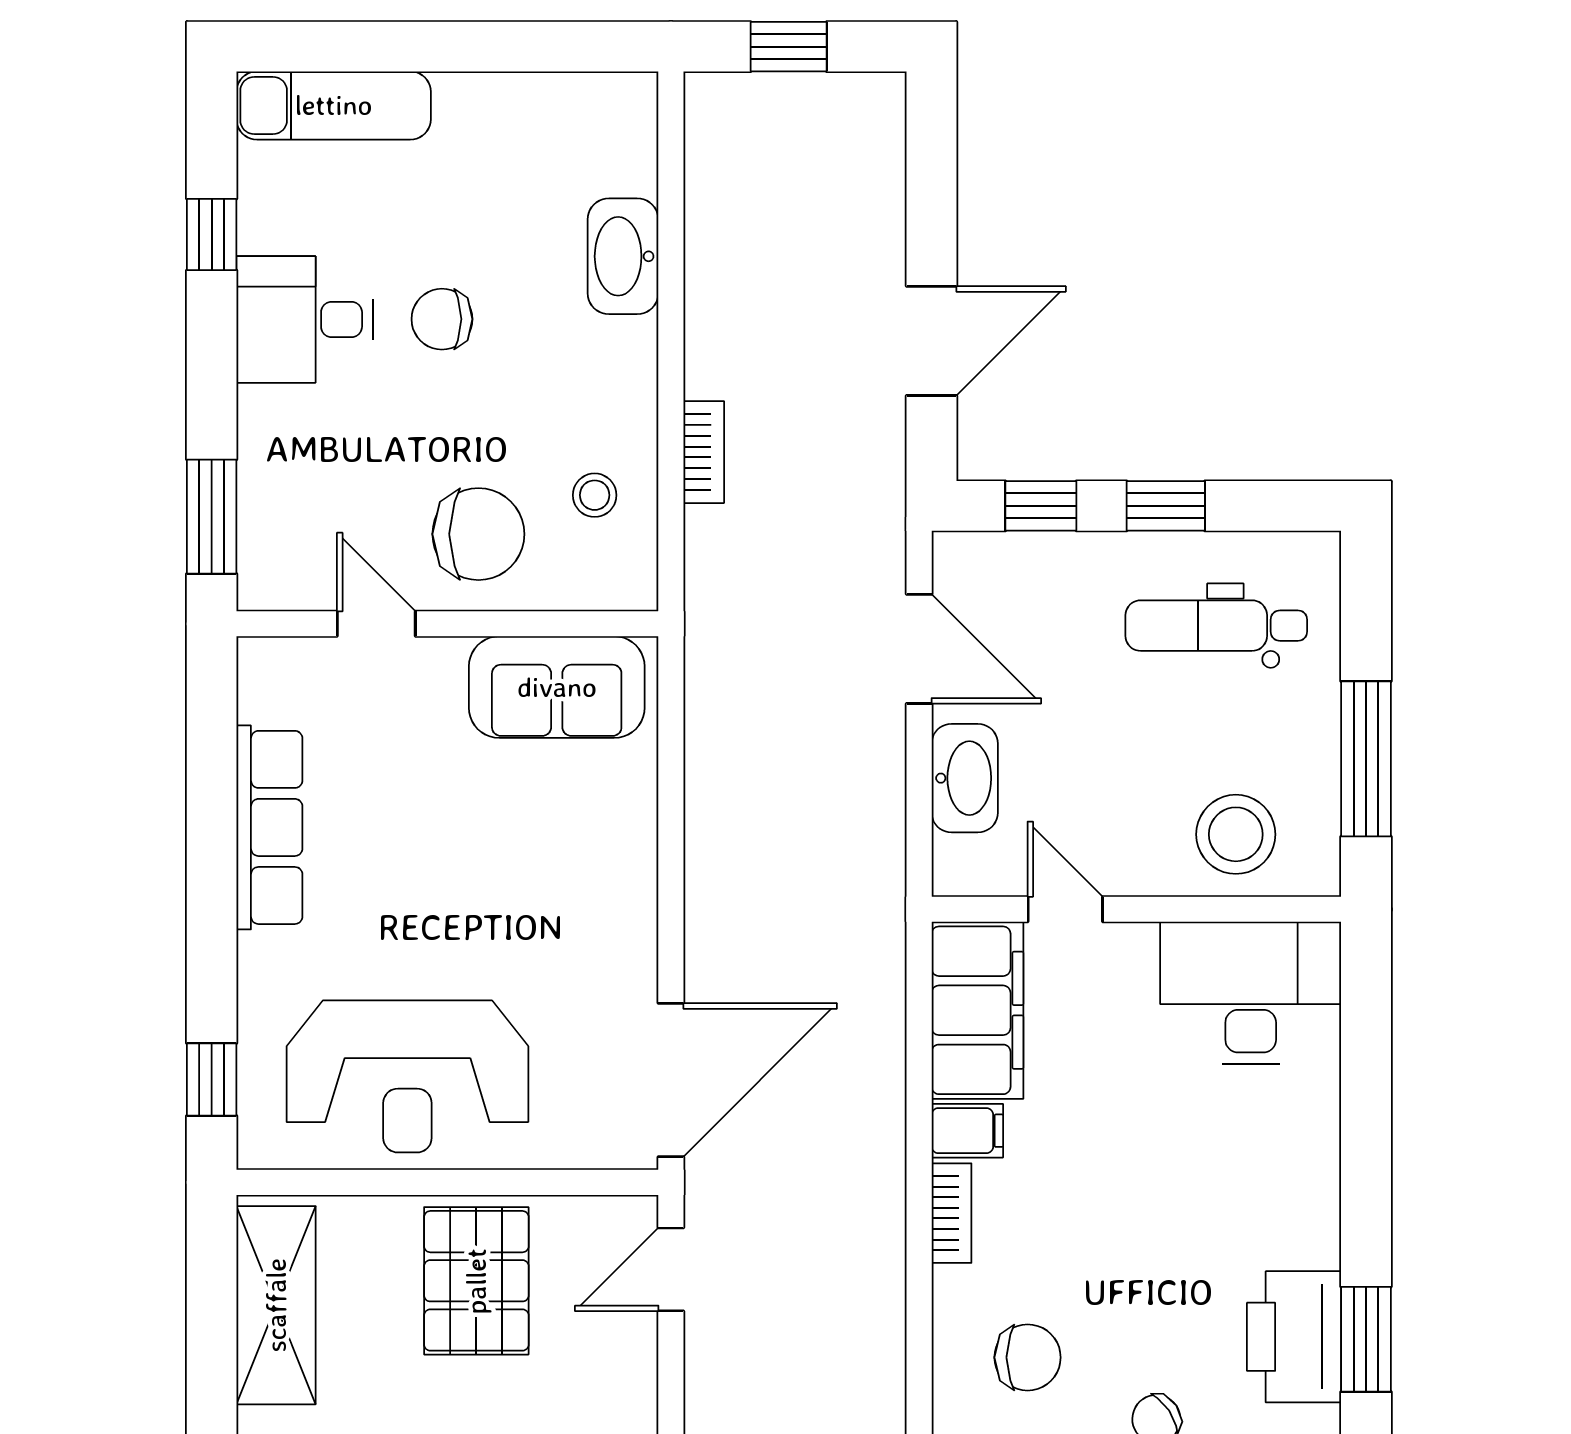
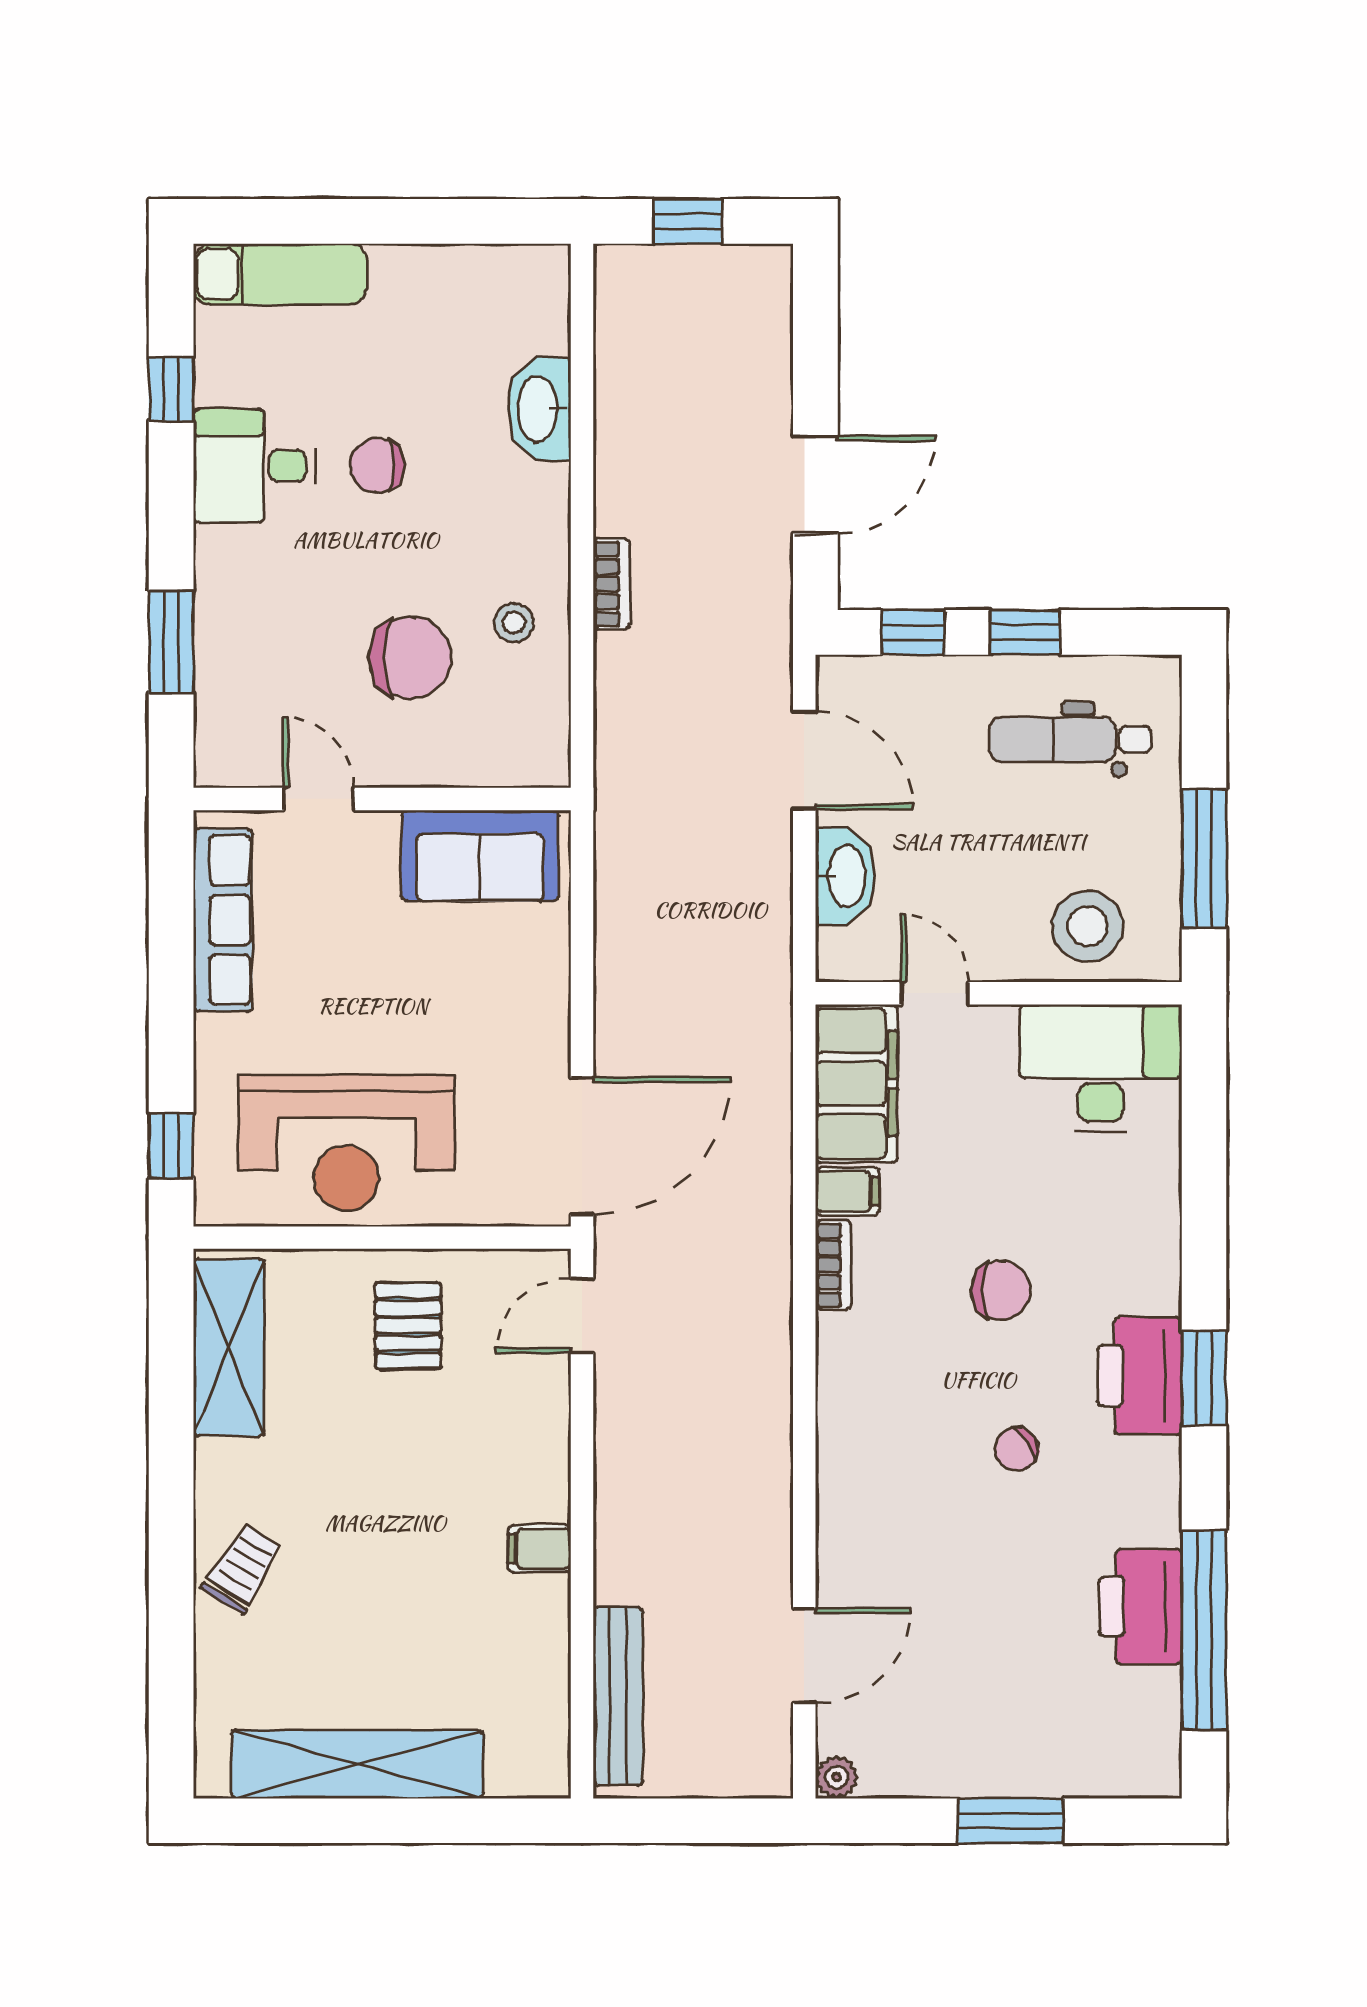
door: (376, 624) -> (318, 799), moved
wall: (447, 624) -> (382, 799), moved
sofa: (557, 687) -> (480, 856), moved
pallet: (476, 1281) -> (408, 1326), width x0.67, depth x0.71
chair: (1028, 1357) -> (1001, 1290), moved

